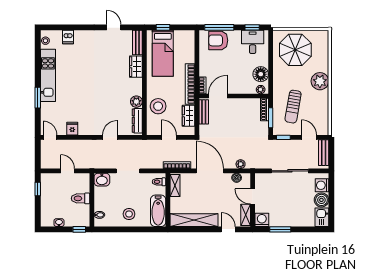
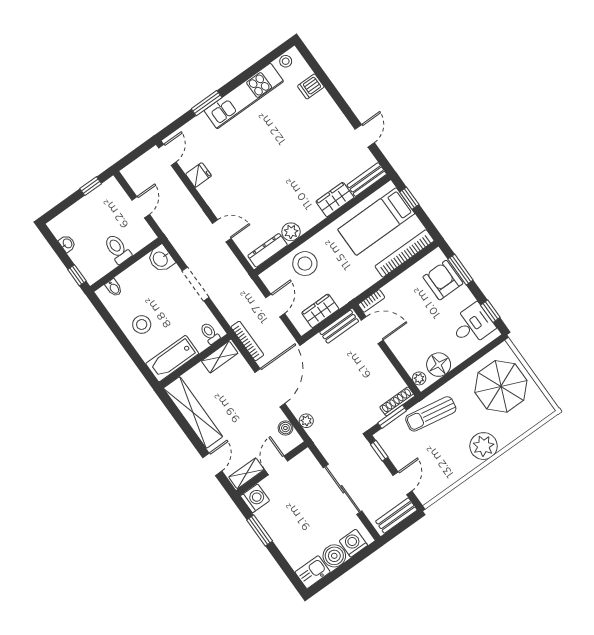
window: (219, 27) -> (460, 270), width x0.69
bookcase: (190, 84) -> (405, 253), moved
sun lounger: (293, 107) -> (431, 414), moved

